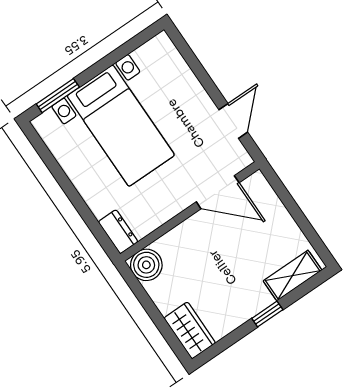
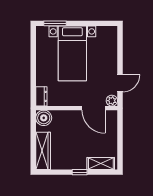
plant: (240, 159) -> (112, 101), added
wardrobe: (190, 330) -> (43, 151), width x1.50

